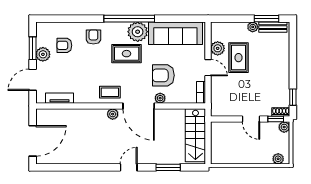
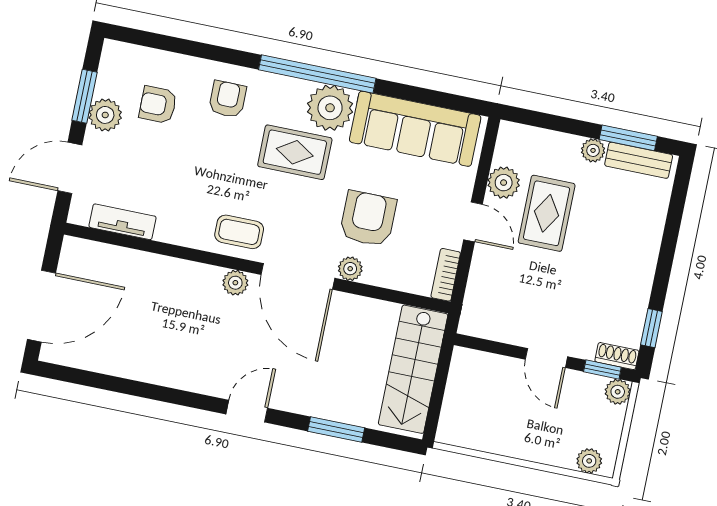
armchair: (163, 75) -> (368, 219), turned 90

